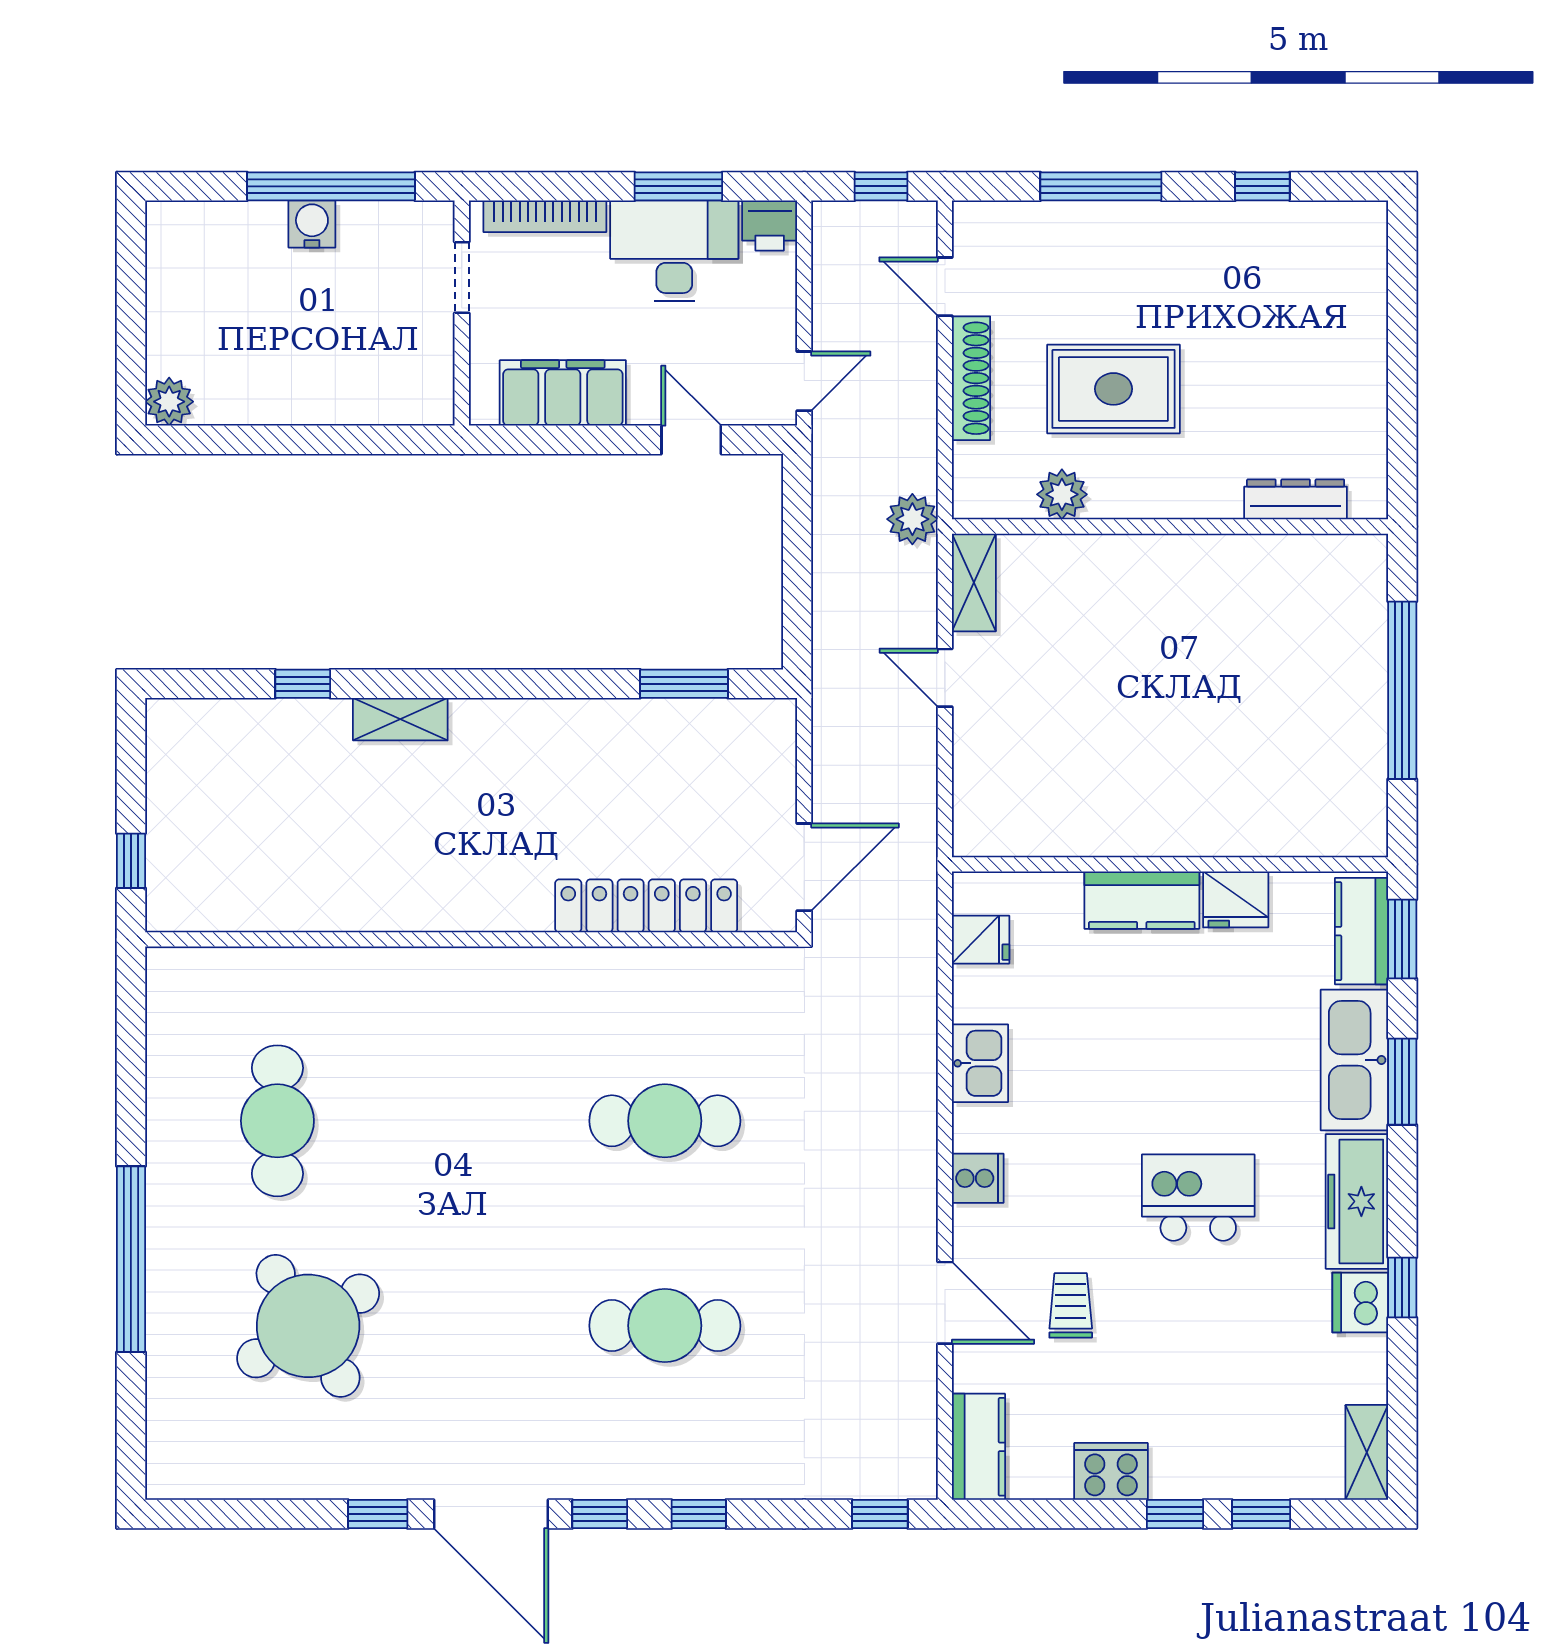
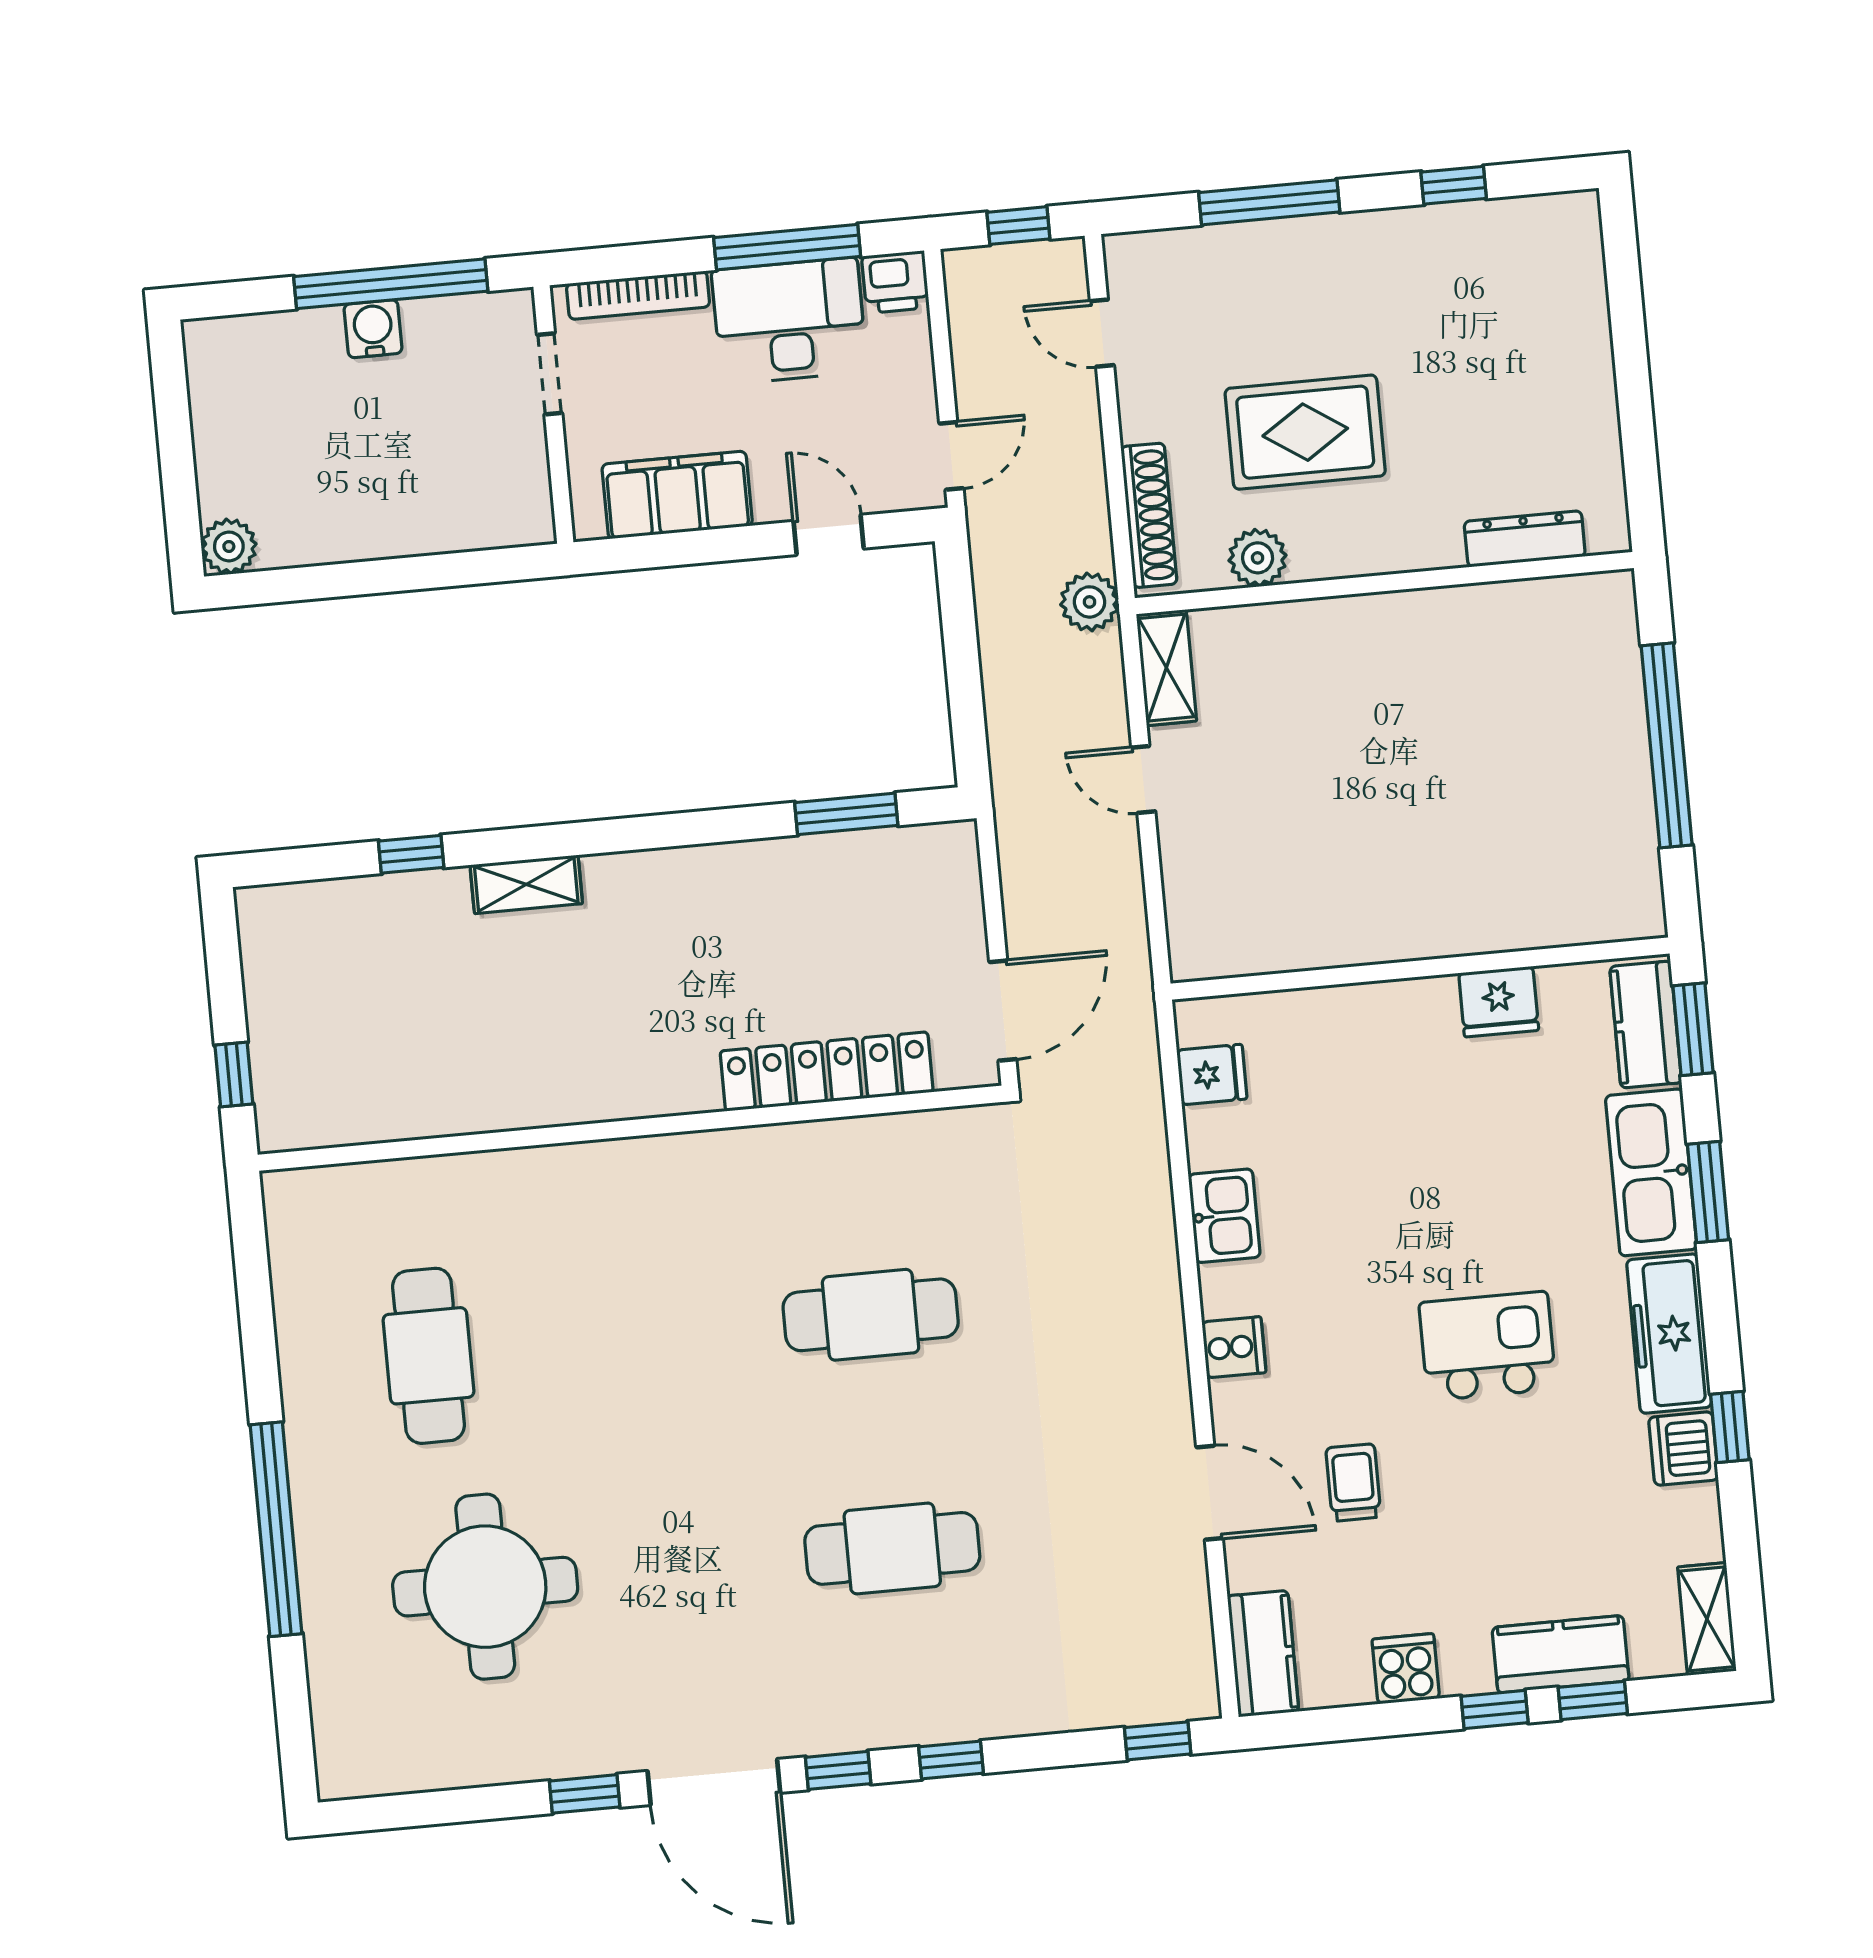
window: (678, 186) -> (787, 247), width x1.44
shoe rack: (971, 378) -> (1149, 515), moved
kitchen counter: (1142, 900) -> (1561, 1654), moved, turned 180
round table: (308, 1326) -> (485, 1587), turned 32
cooker: (1111, 1471) -> (1406, 1669), width x0.73

